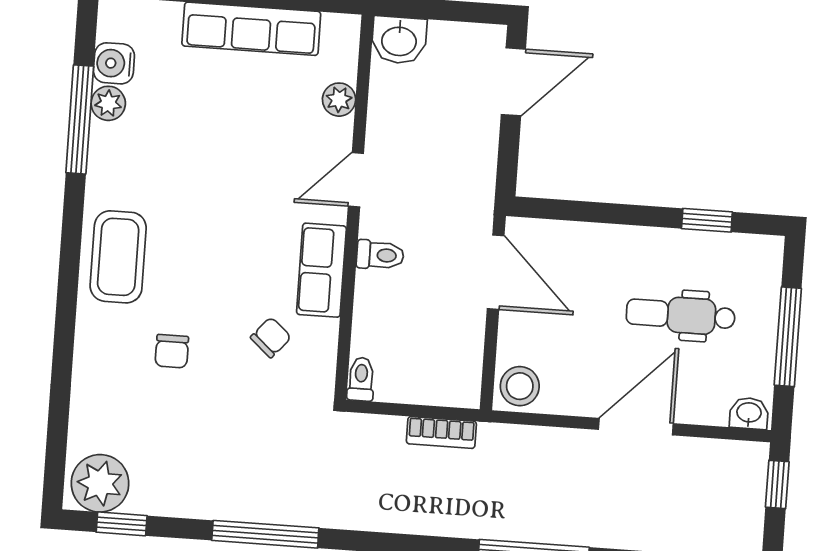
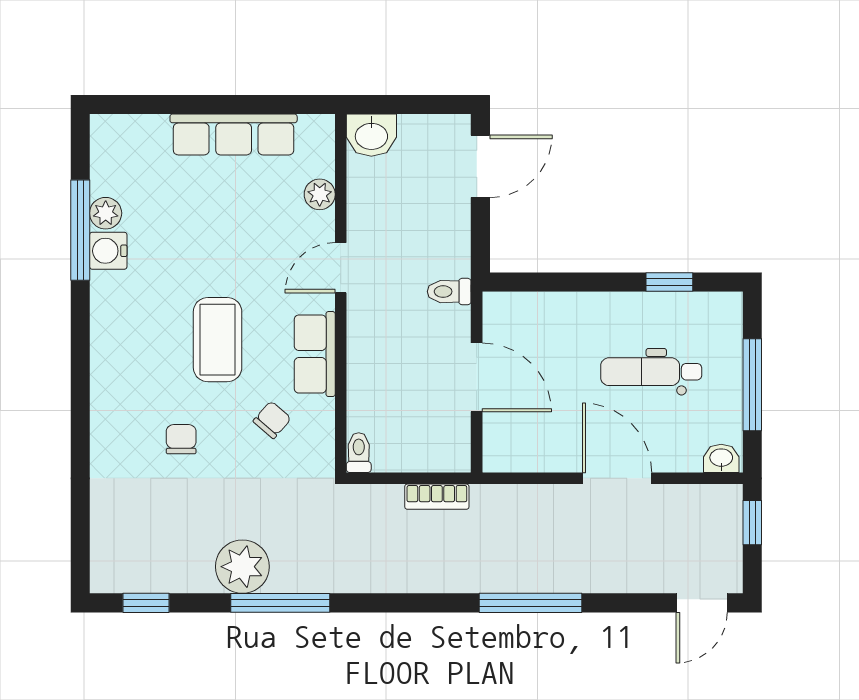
water cooler: (114, 63) -> (108, 251), moved
toilet: (380, 255) -> (449, 292), moved, turned 180
coffee table: (118, 257) -> (218, 340), moved
door: (496, 272) -> (477, 377), moved
chair: (172, 351) -> (181, 439), turned 180
stool: (520, 386) -> (507, 448), removed
door: (636, 427) -> (617, 478), hinge flipped
plant: (100, 483) -> (242, 567), moved

